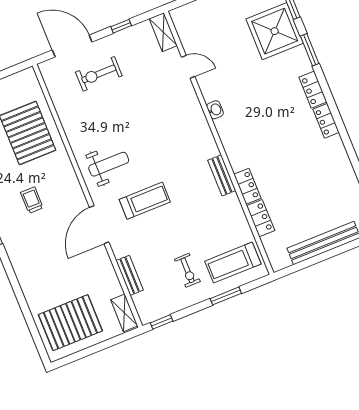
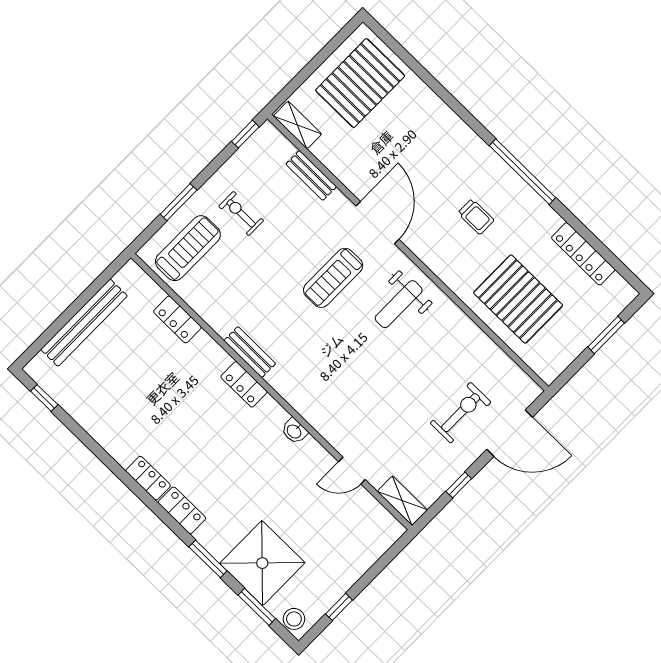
locker: (247, 186) -> (244, 384), moved

